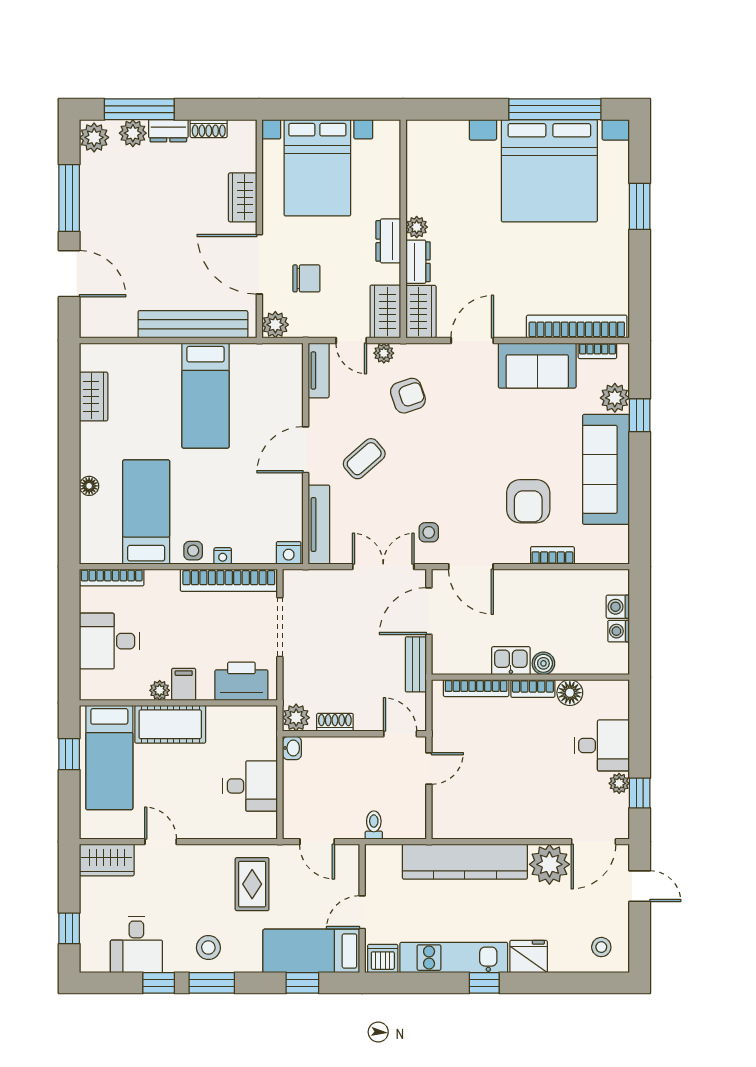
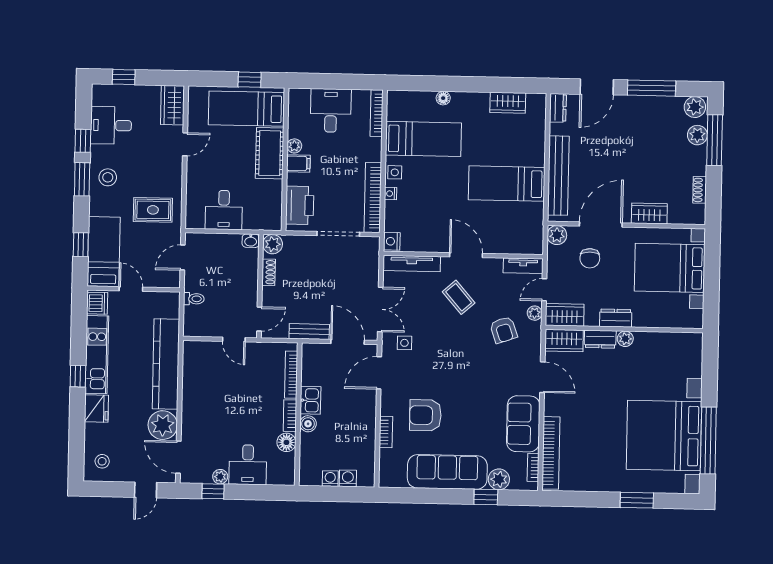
dresser: (168, 131) -> (558, 108), moved, turned 180

